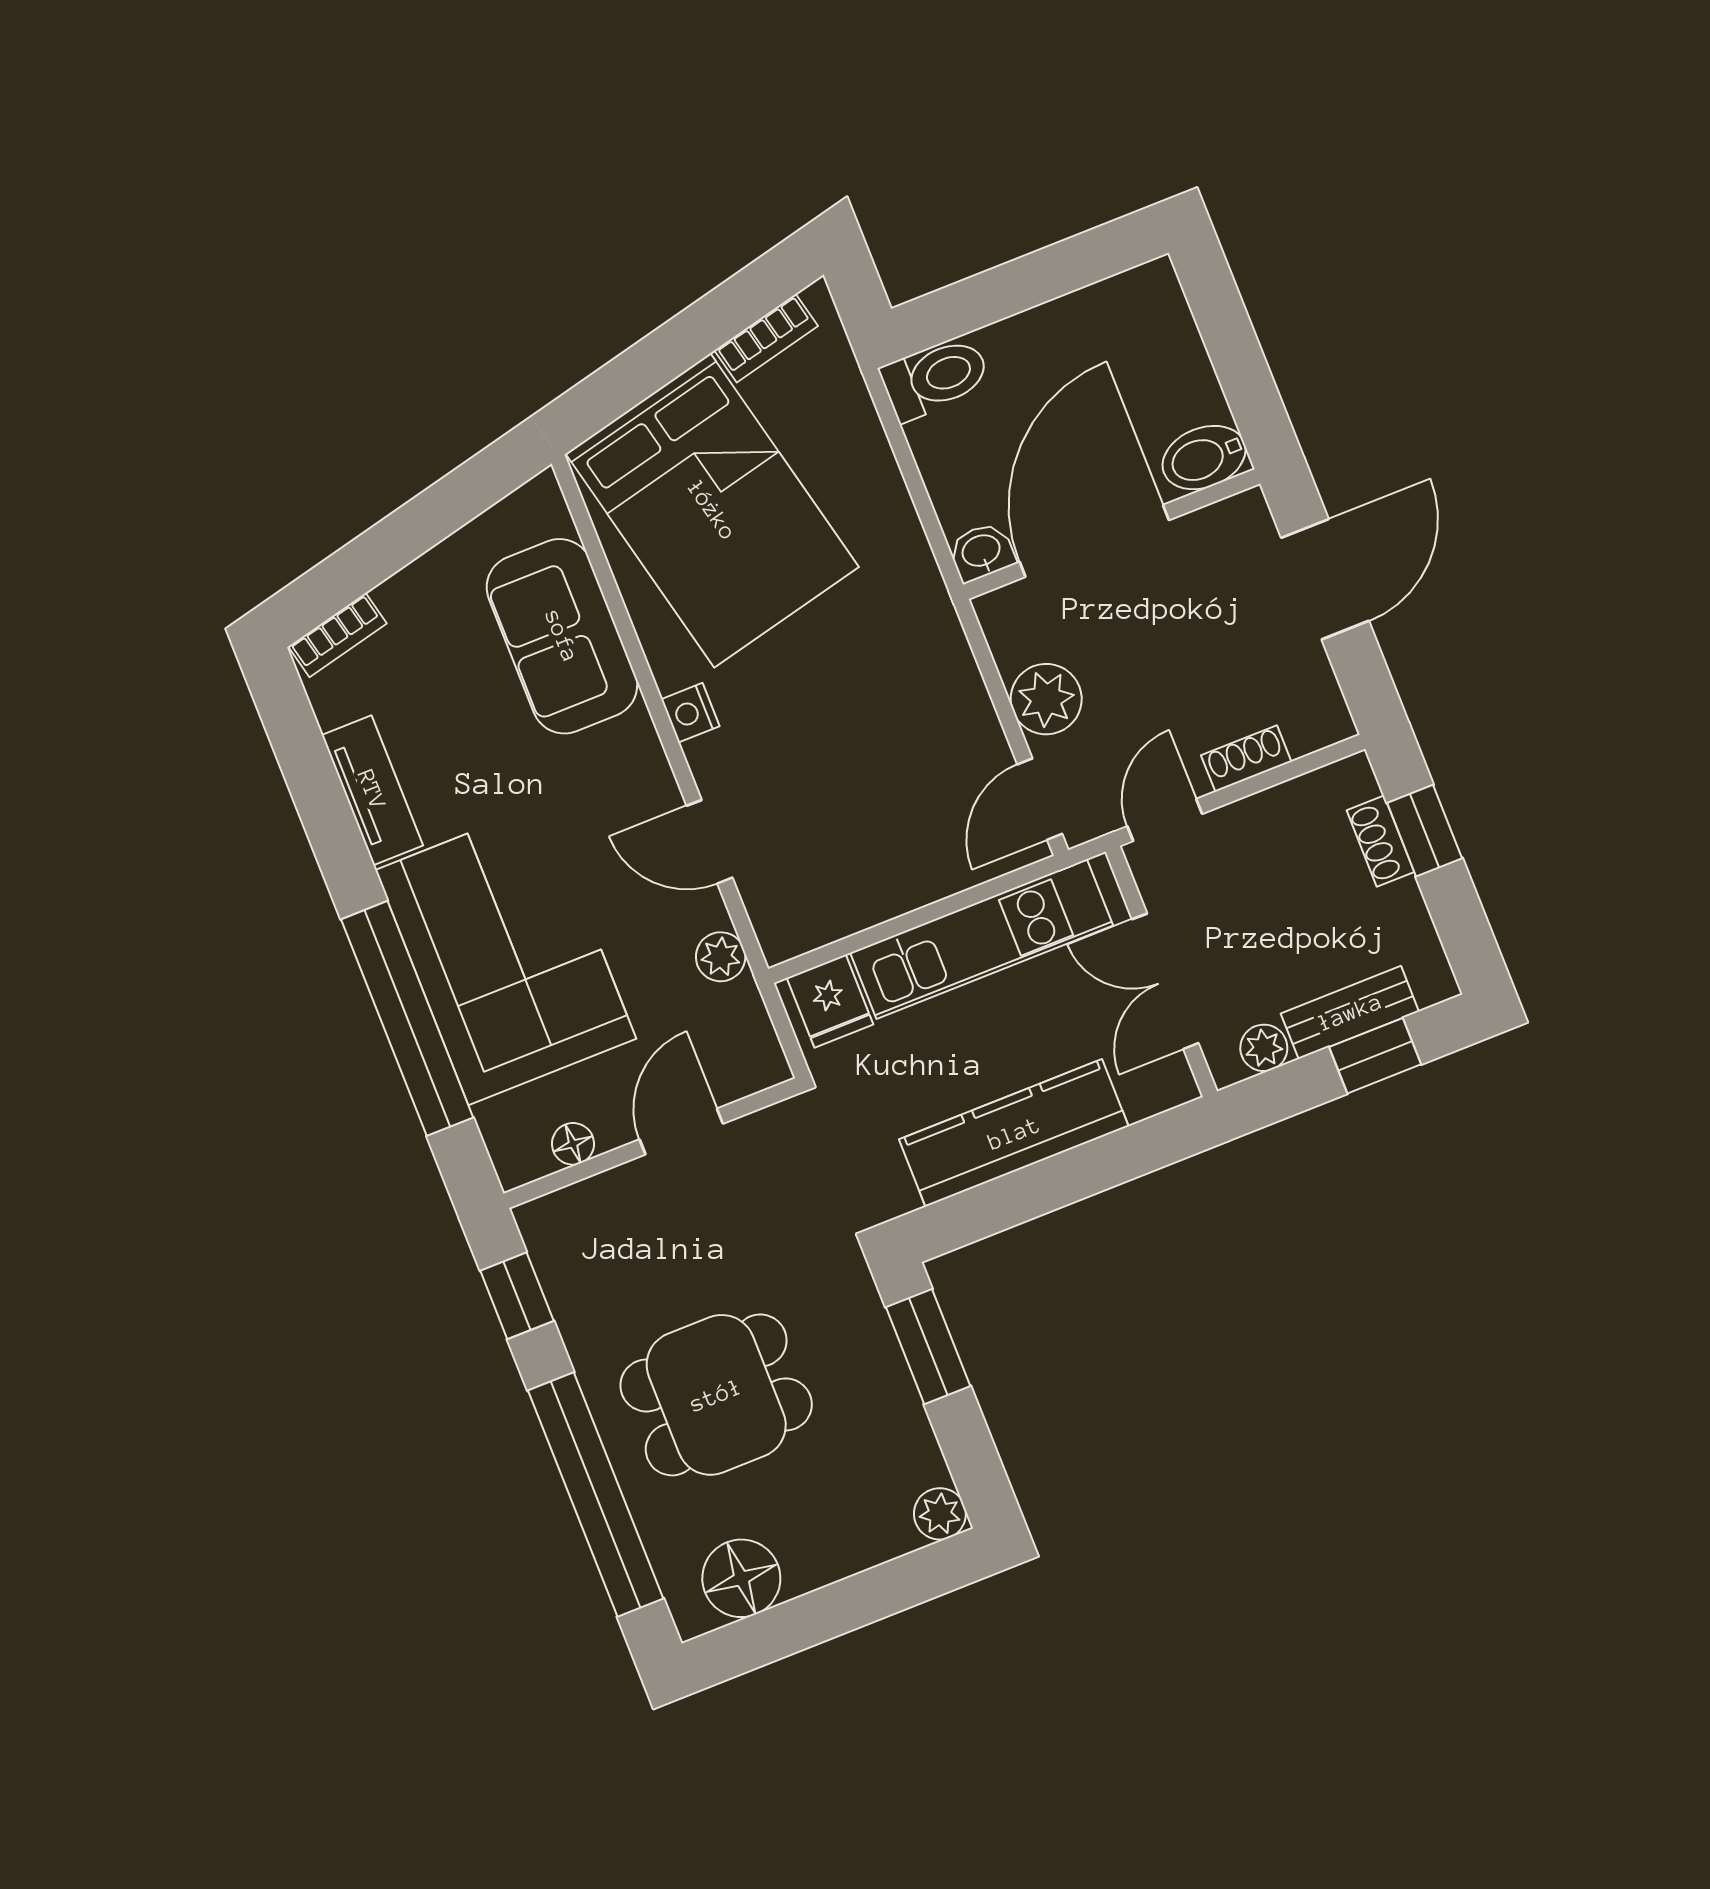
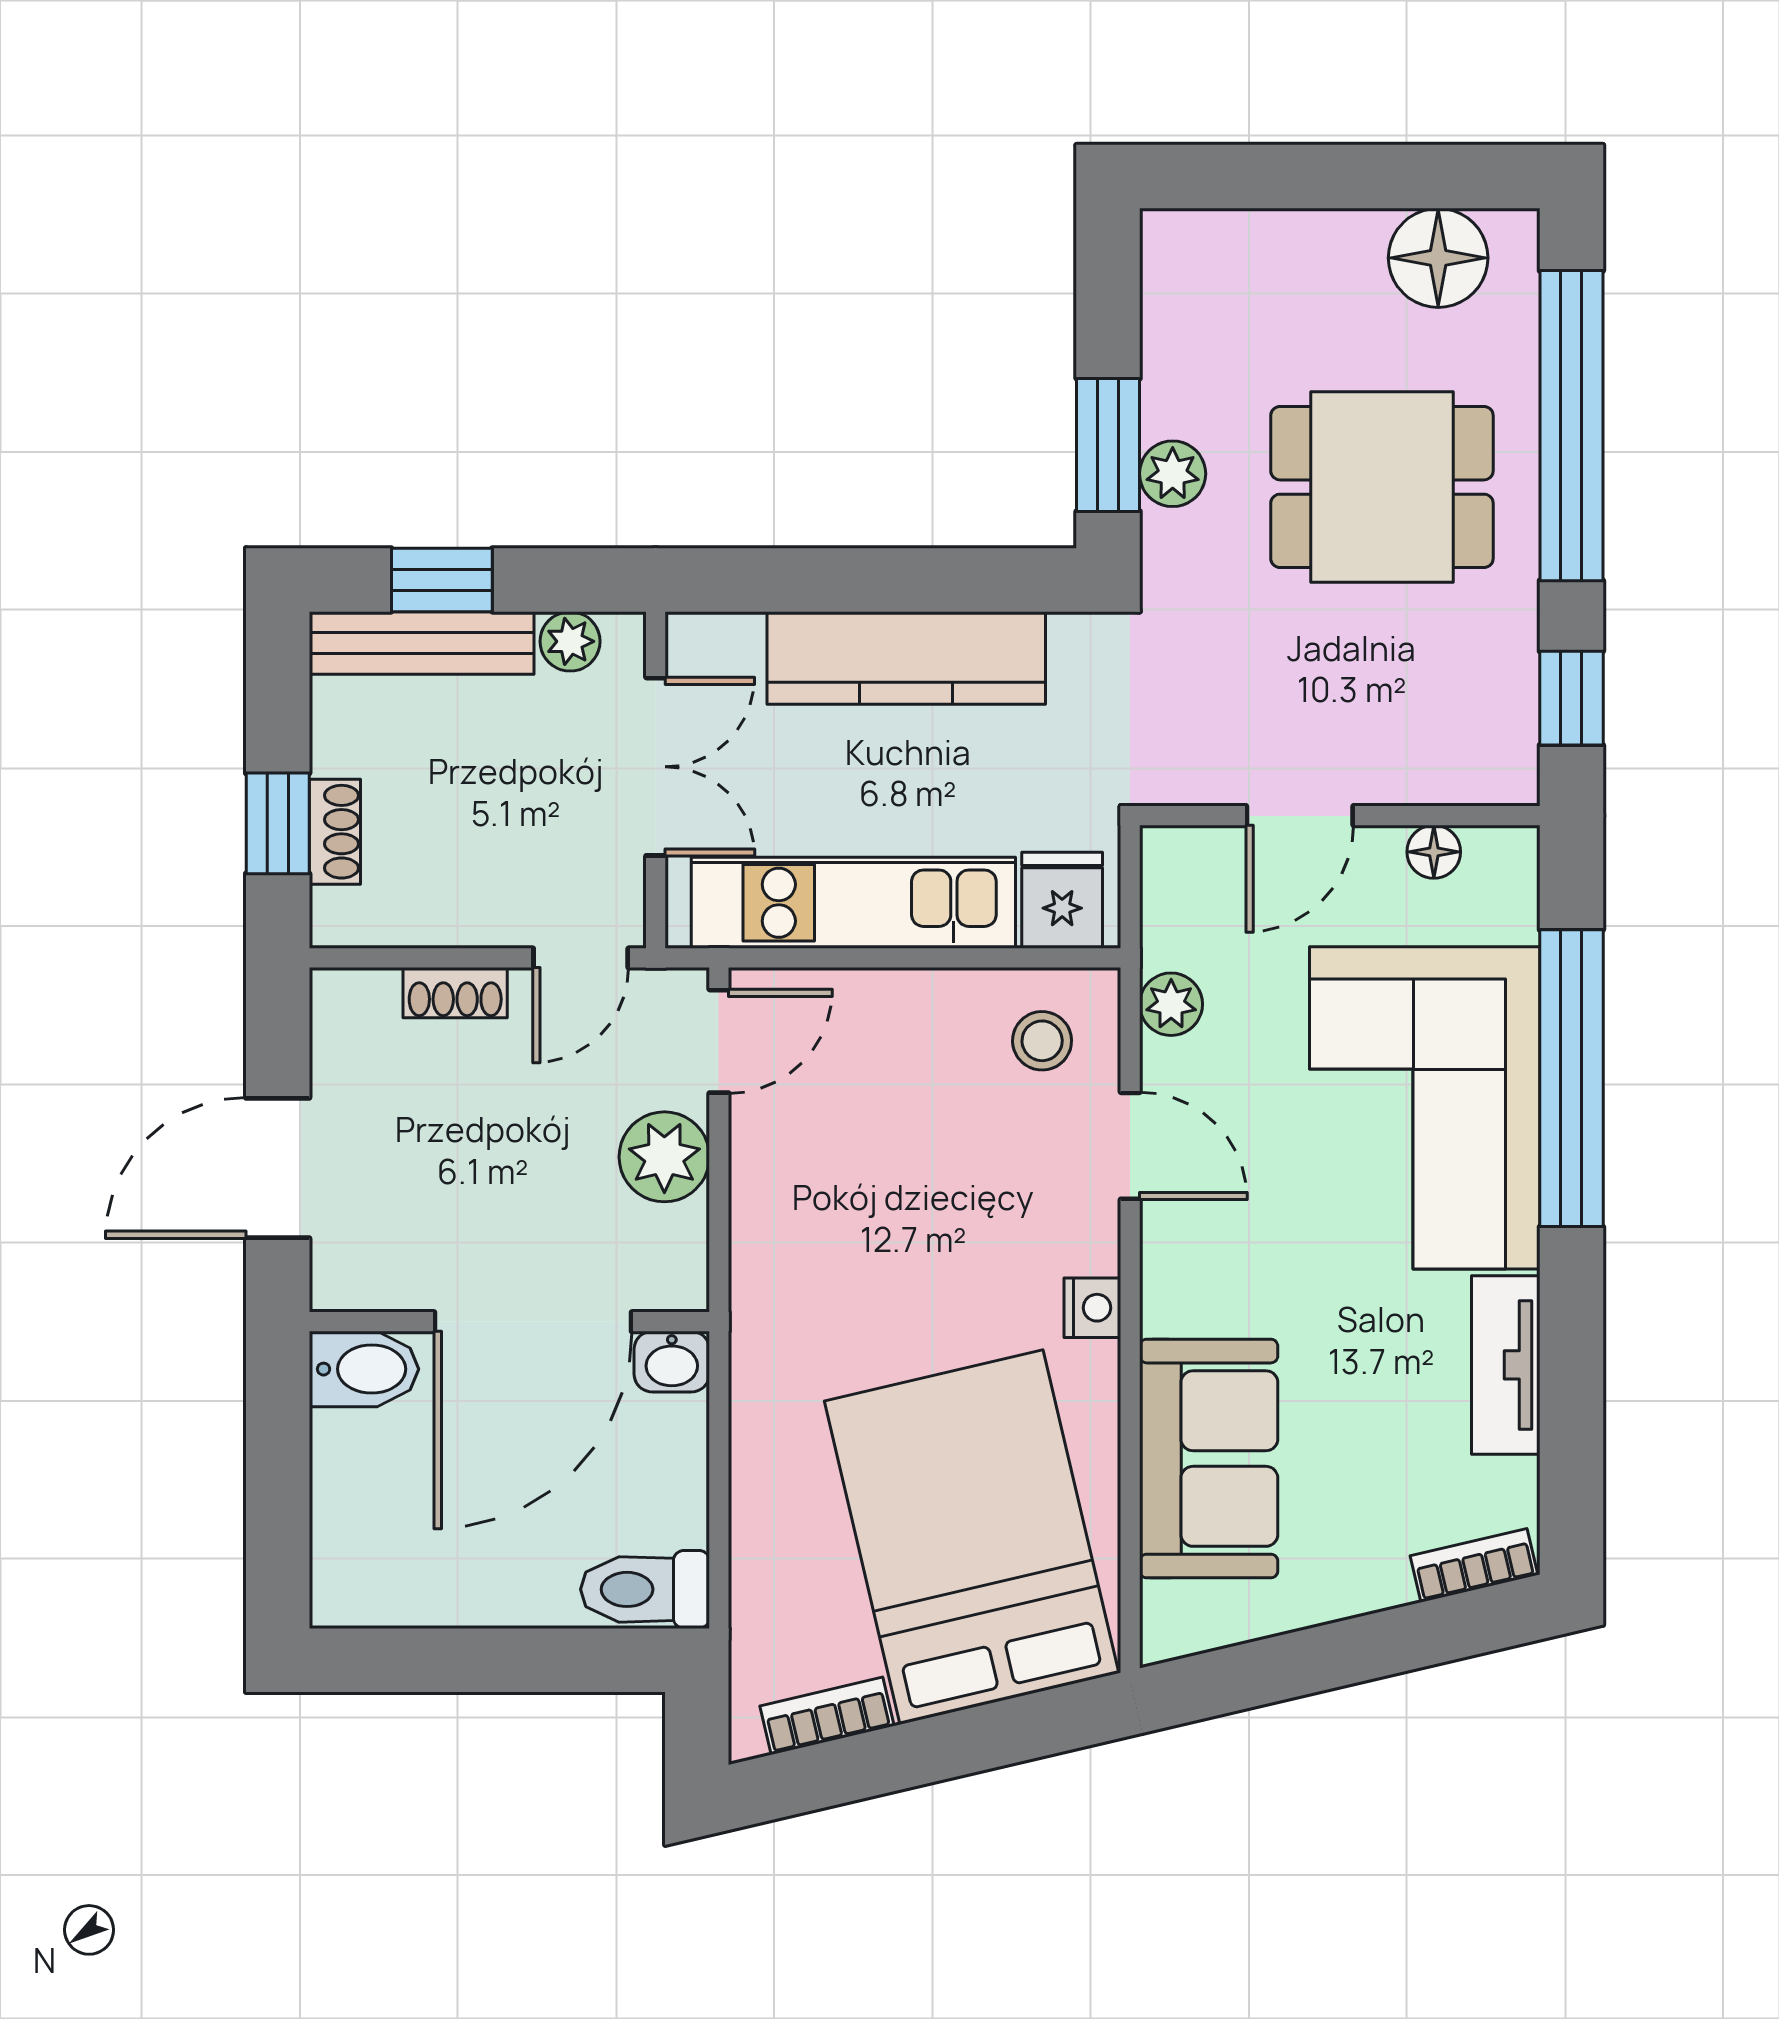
stool: (804, 893) -> (1042, 1041), added
bench: (1350, 1012) -> (422, 643), width x1.36
plant: (940, 1514) -> (1173, 474), moved

